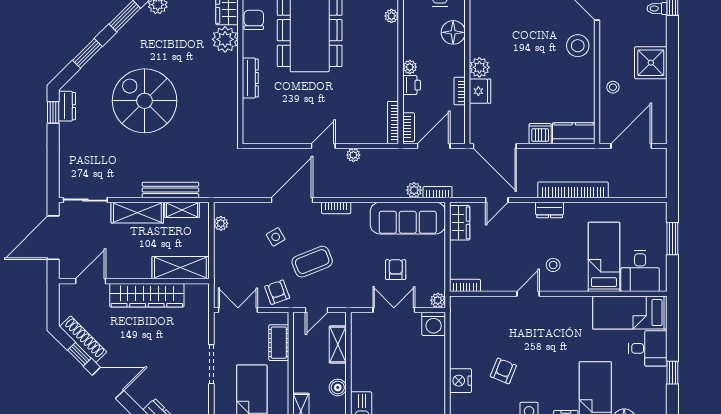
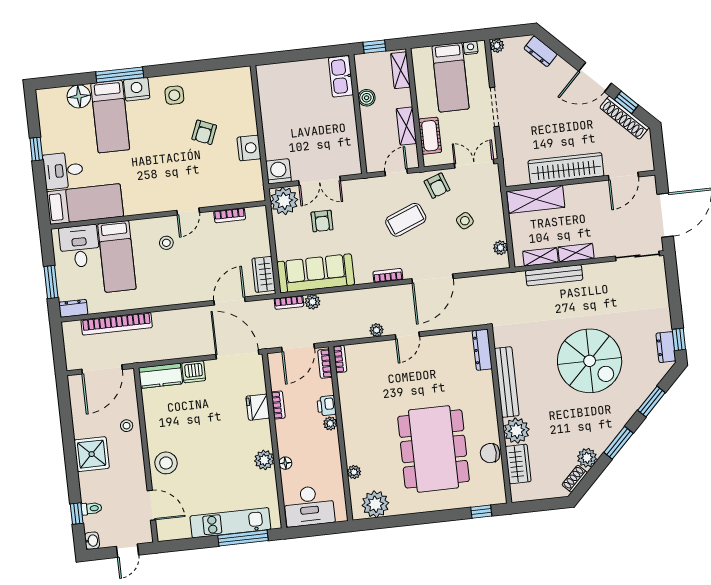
chair: (254, 20) -> (490, 453), turned 90
floor lamp: (453, 32) -> (285, 463), width x0.53, depth x0.53
plant: (479, 67) -> (264, 460), moved
dresser: (250, 78) -> (482, 350), moved
bench: (229, 89) -> (507, 382), added
bookcase: (393, 123) -> (340, 359), width x0.64
bookcase: (573, 190) -> (117, 324), moved
door: (497, 200) -> (230, 301), width x1.38
dresser: (550, 210) -> (73, 308), moved
shelving: (137, 213) -> (576, 253), width x0.67, depth x0.75
side table: (276, 237) -> (465, 221), moved
bookcase: (465, 285) -> (230, 215), moved
plant: (438, 300) -> (284, 201), width x1.87, depth x1.87
double door: (238, 310) -> (474, 164), swing flipped
shelving: (338, 345) -> (406, 126), moved
nightstand: (460, 381) -> (249, 148), moved

